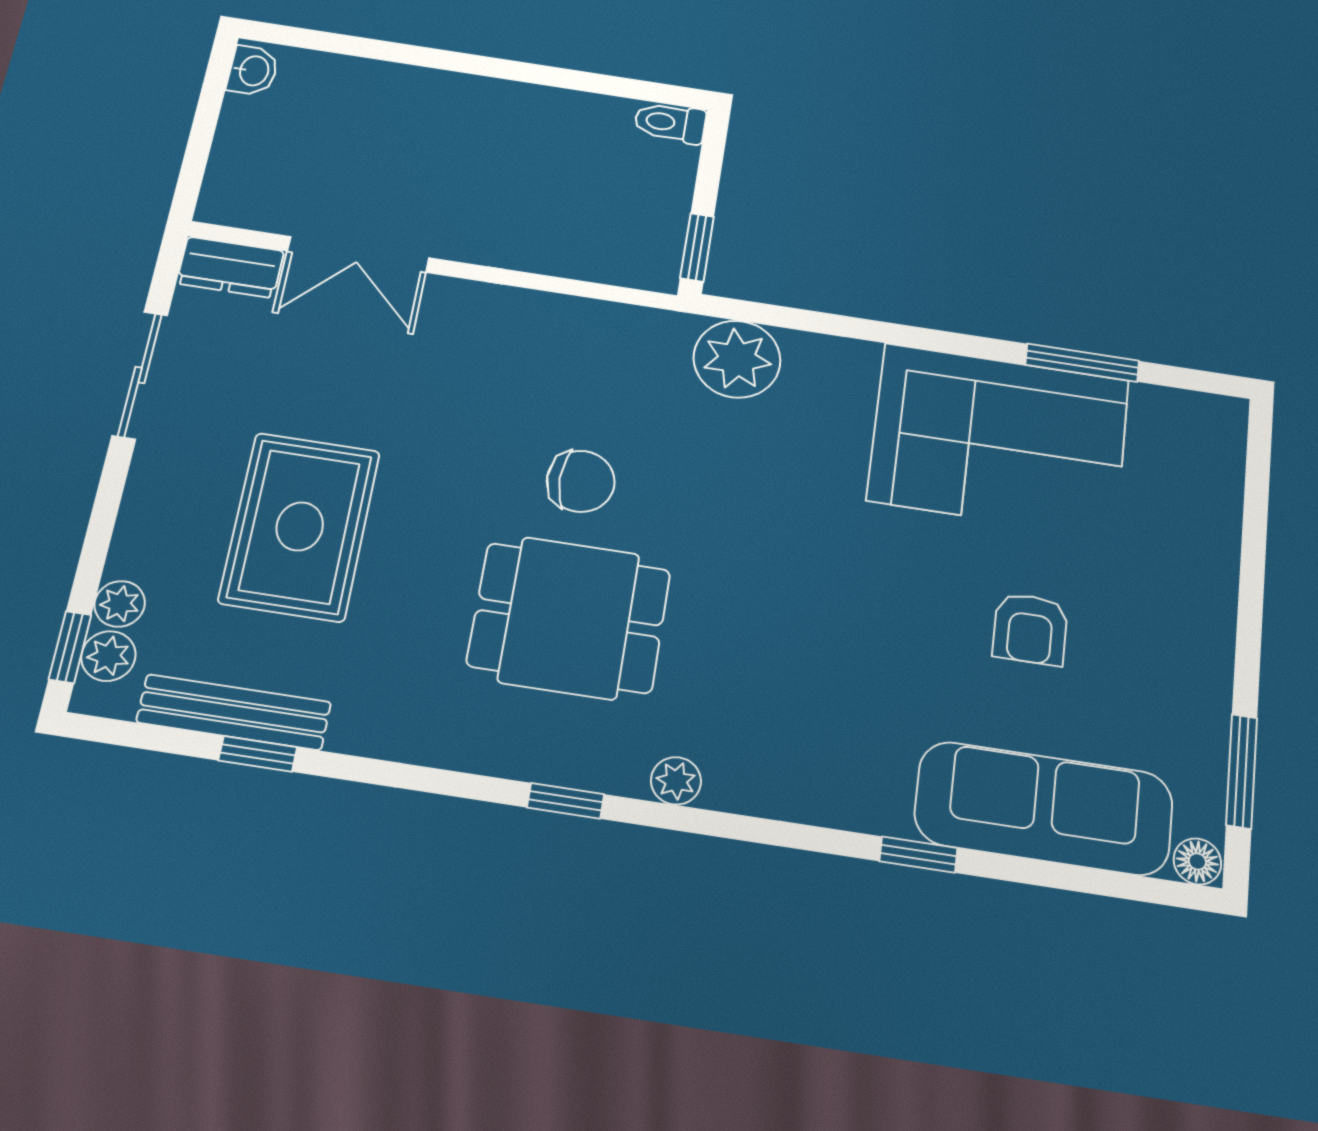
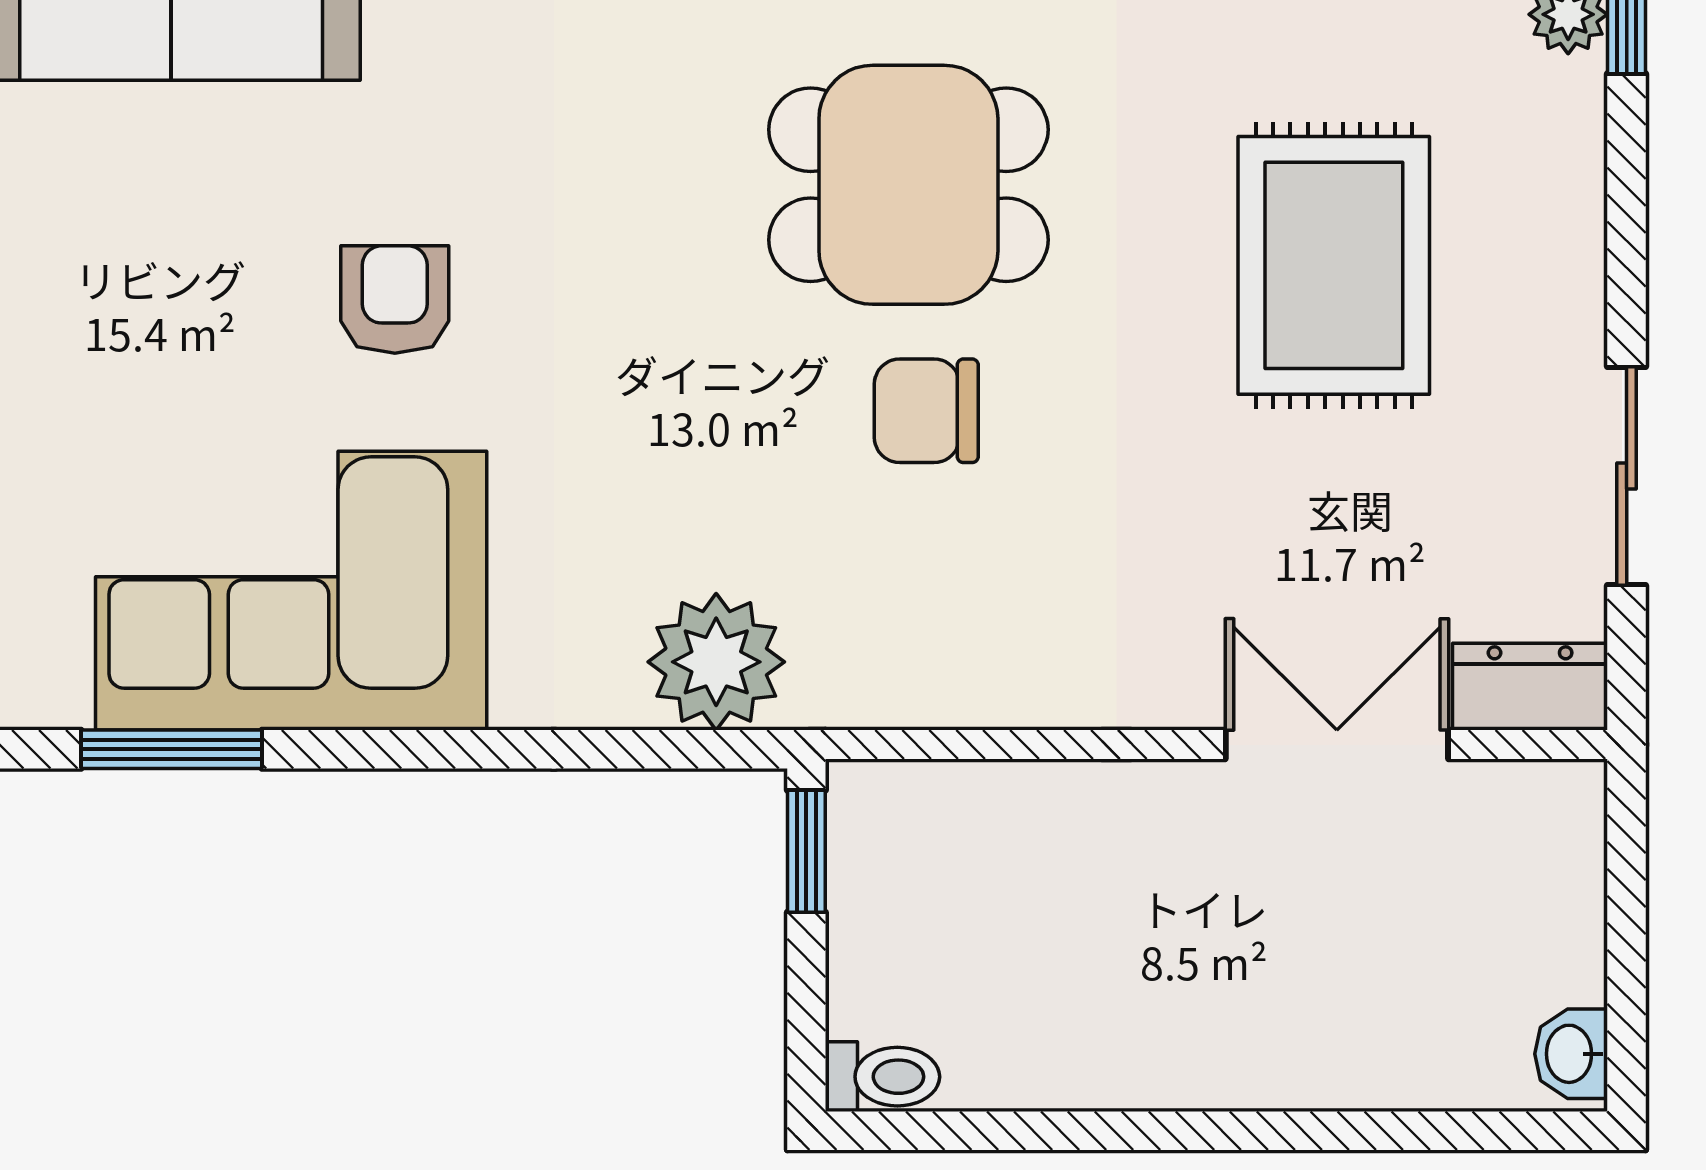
plant: (120, 604) -> (1571, 98), removed
armchair: (1030, 629) -> (395, 300), moved

